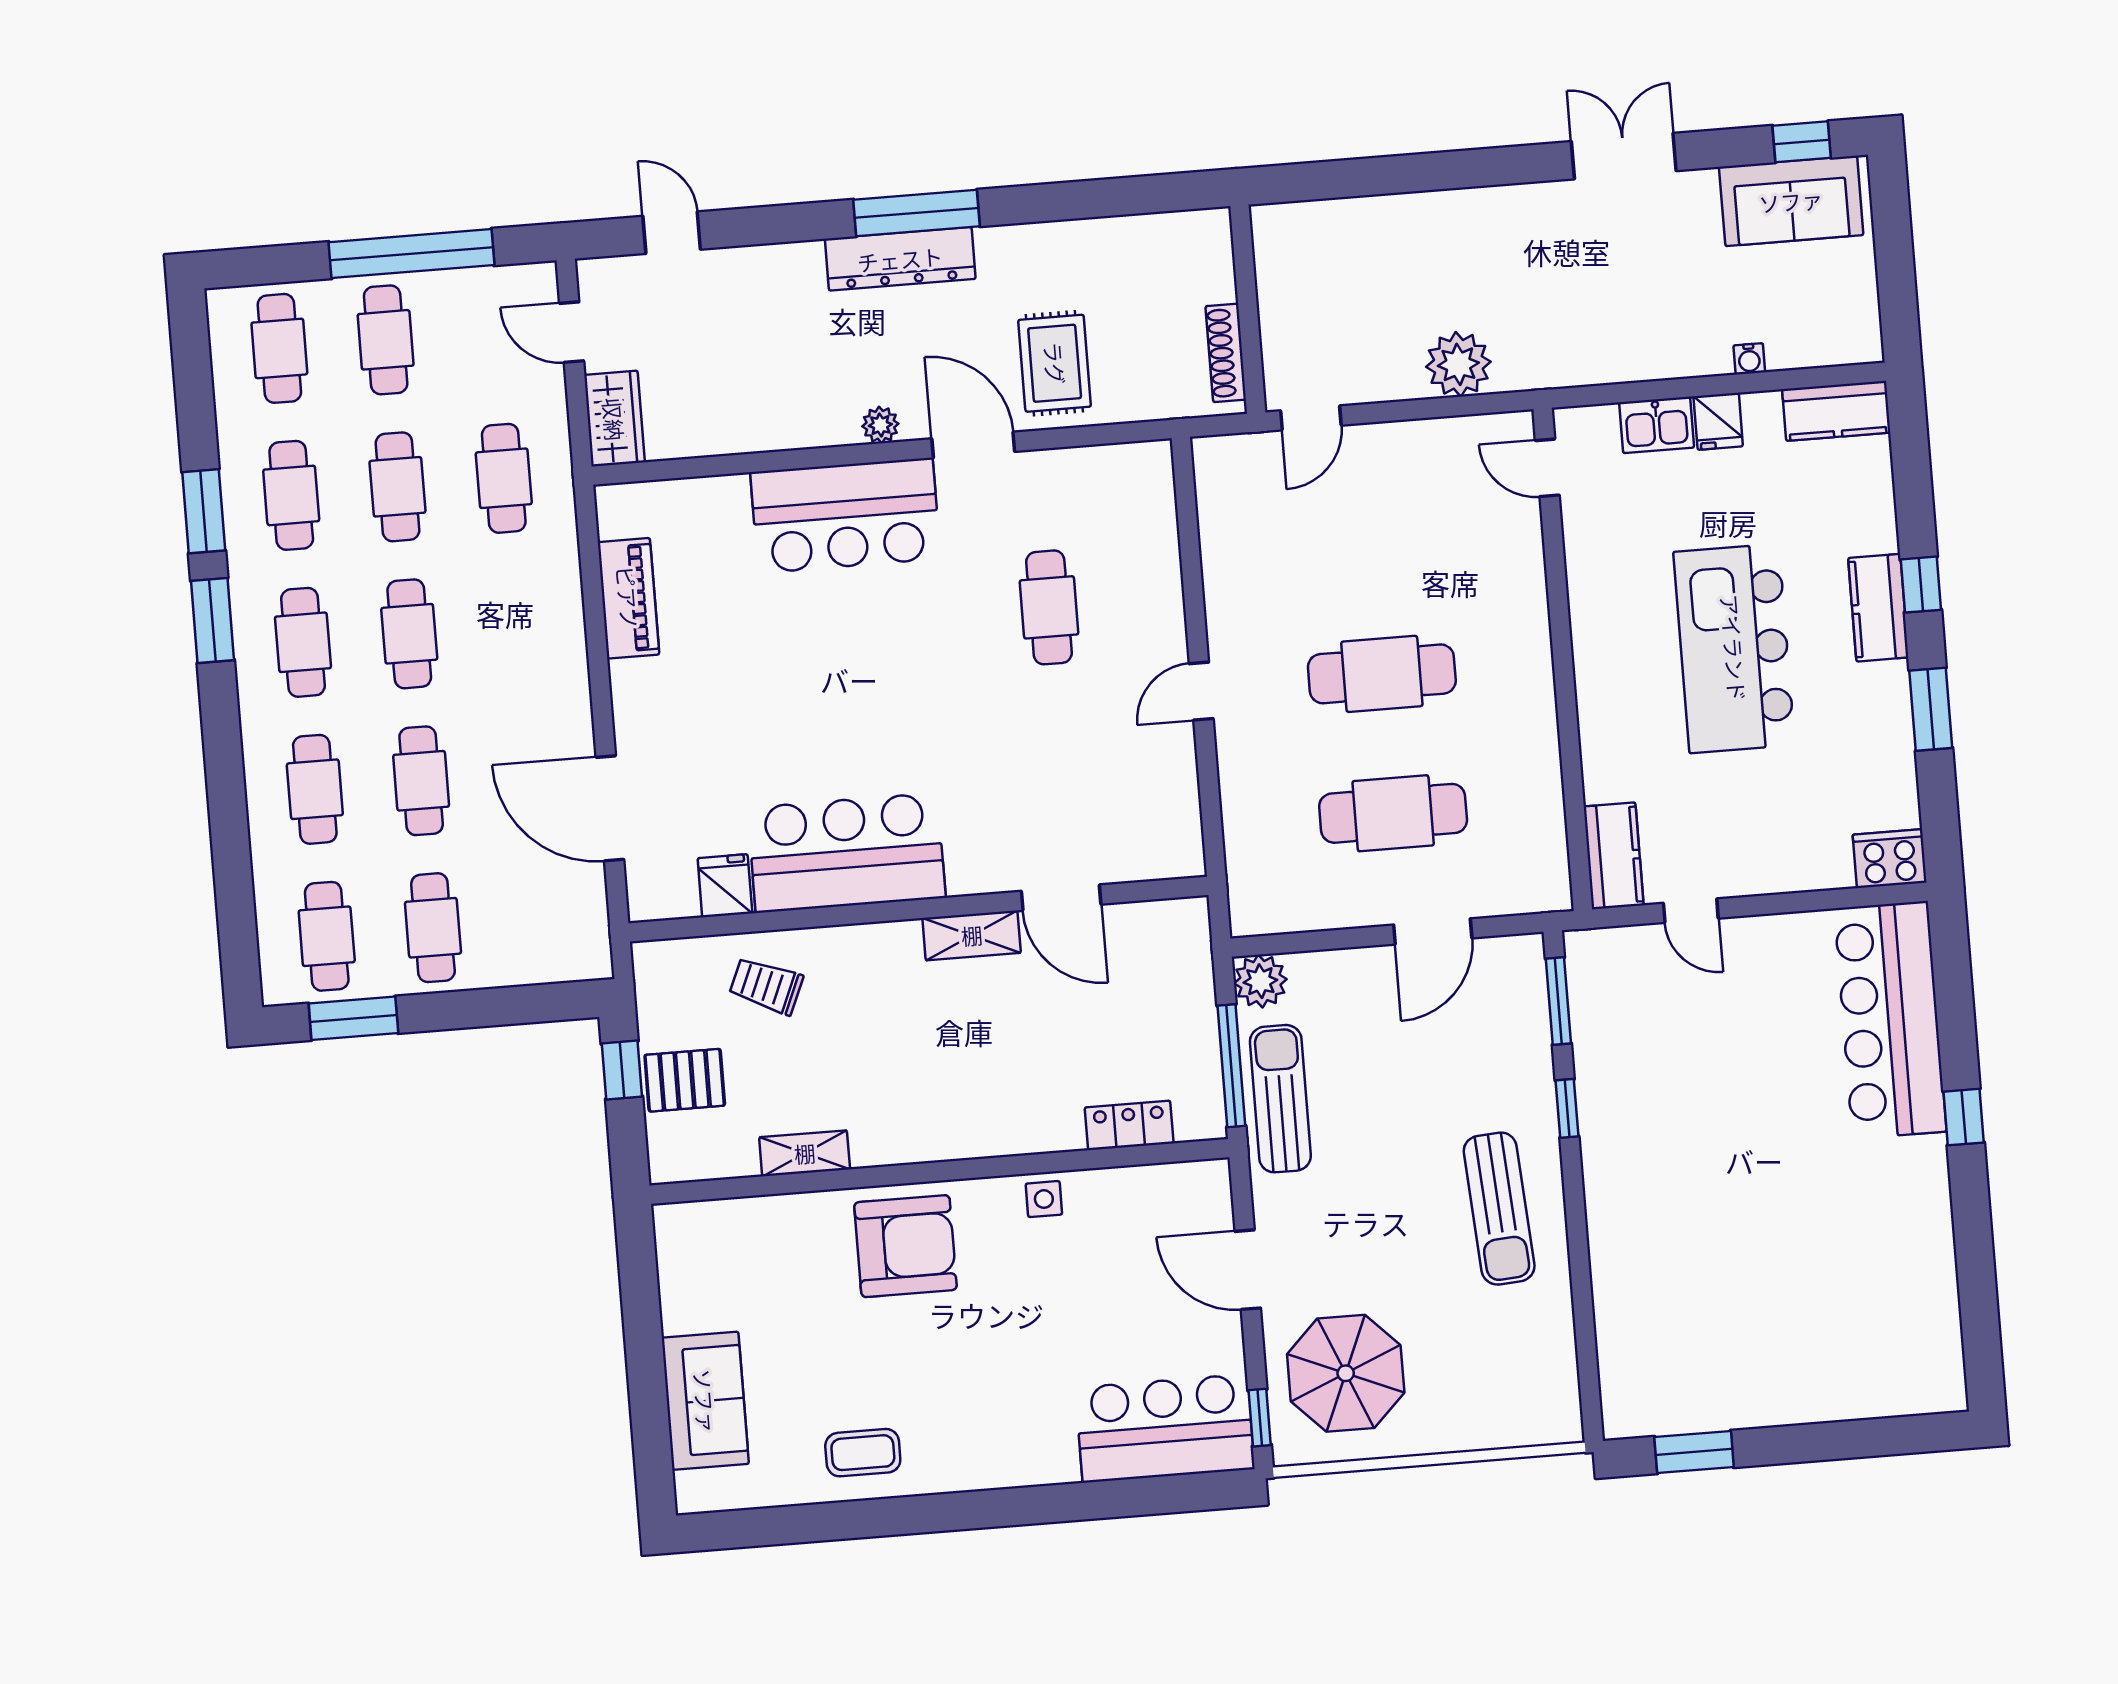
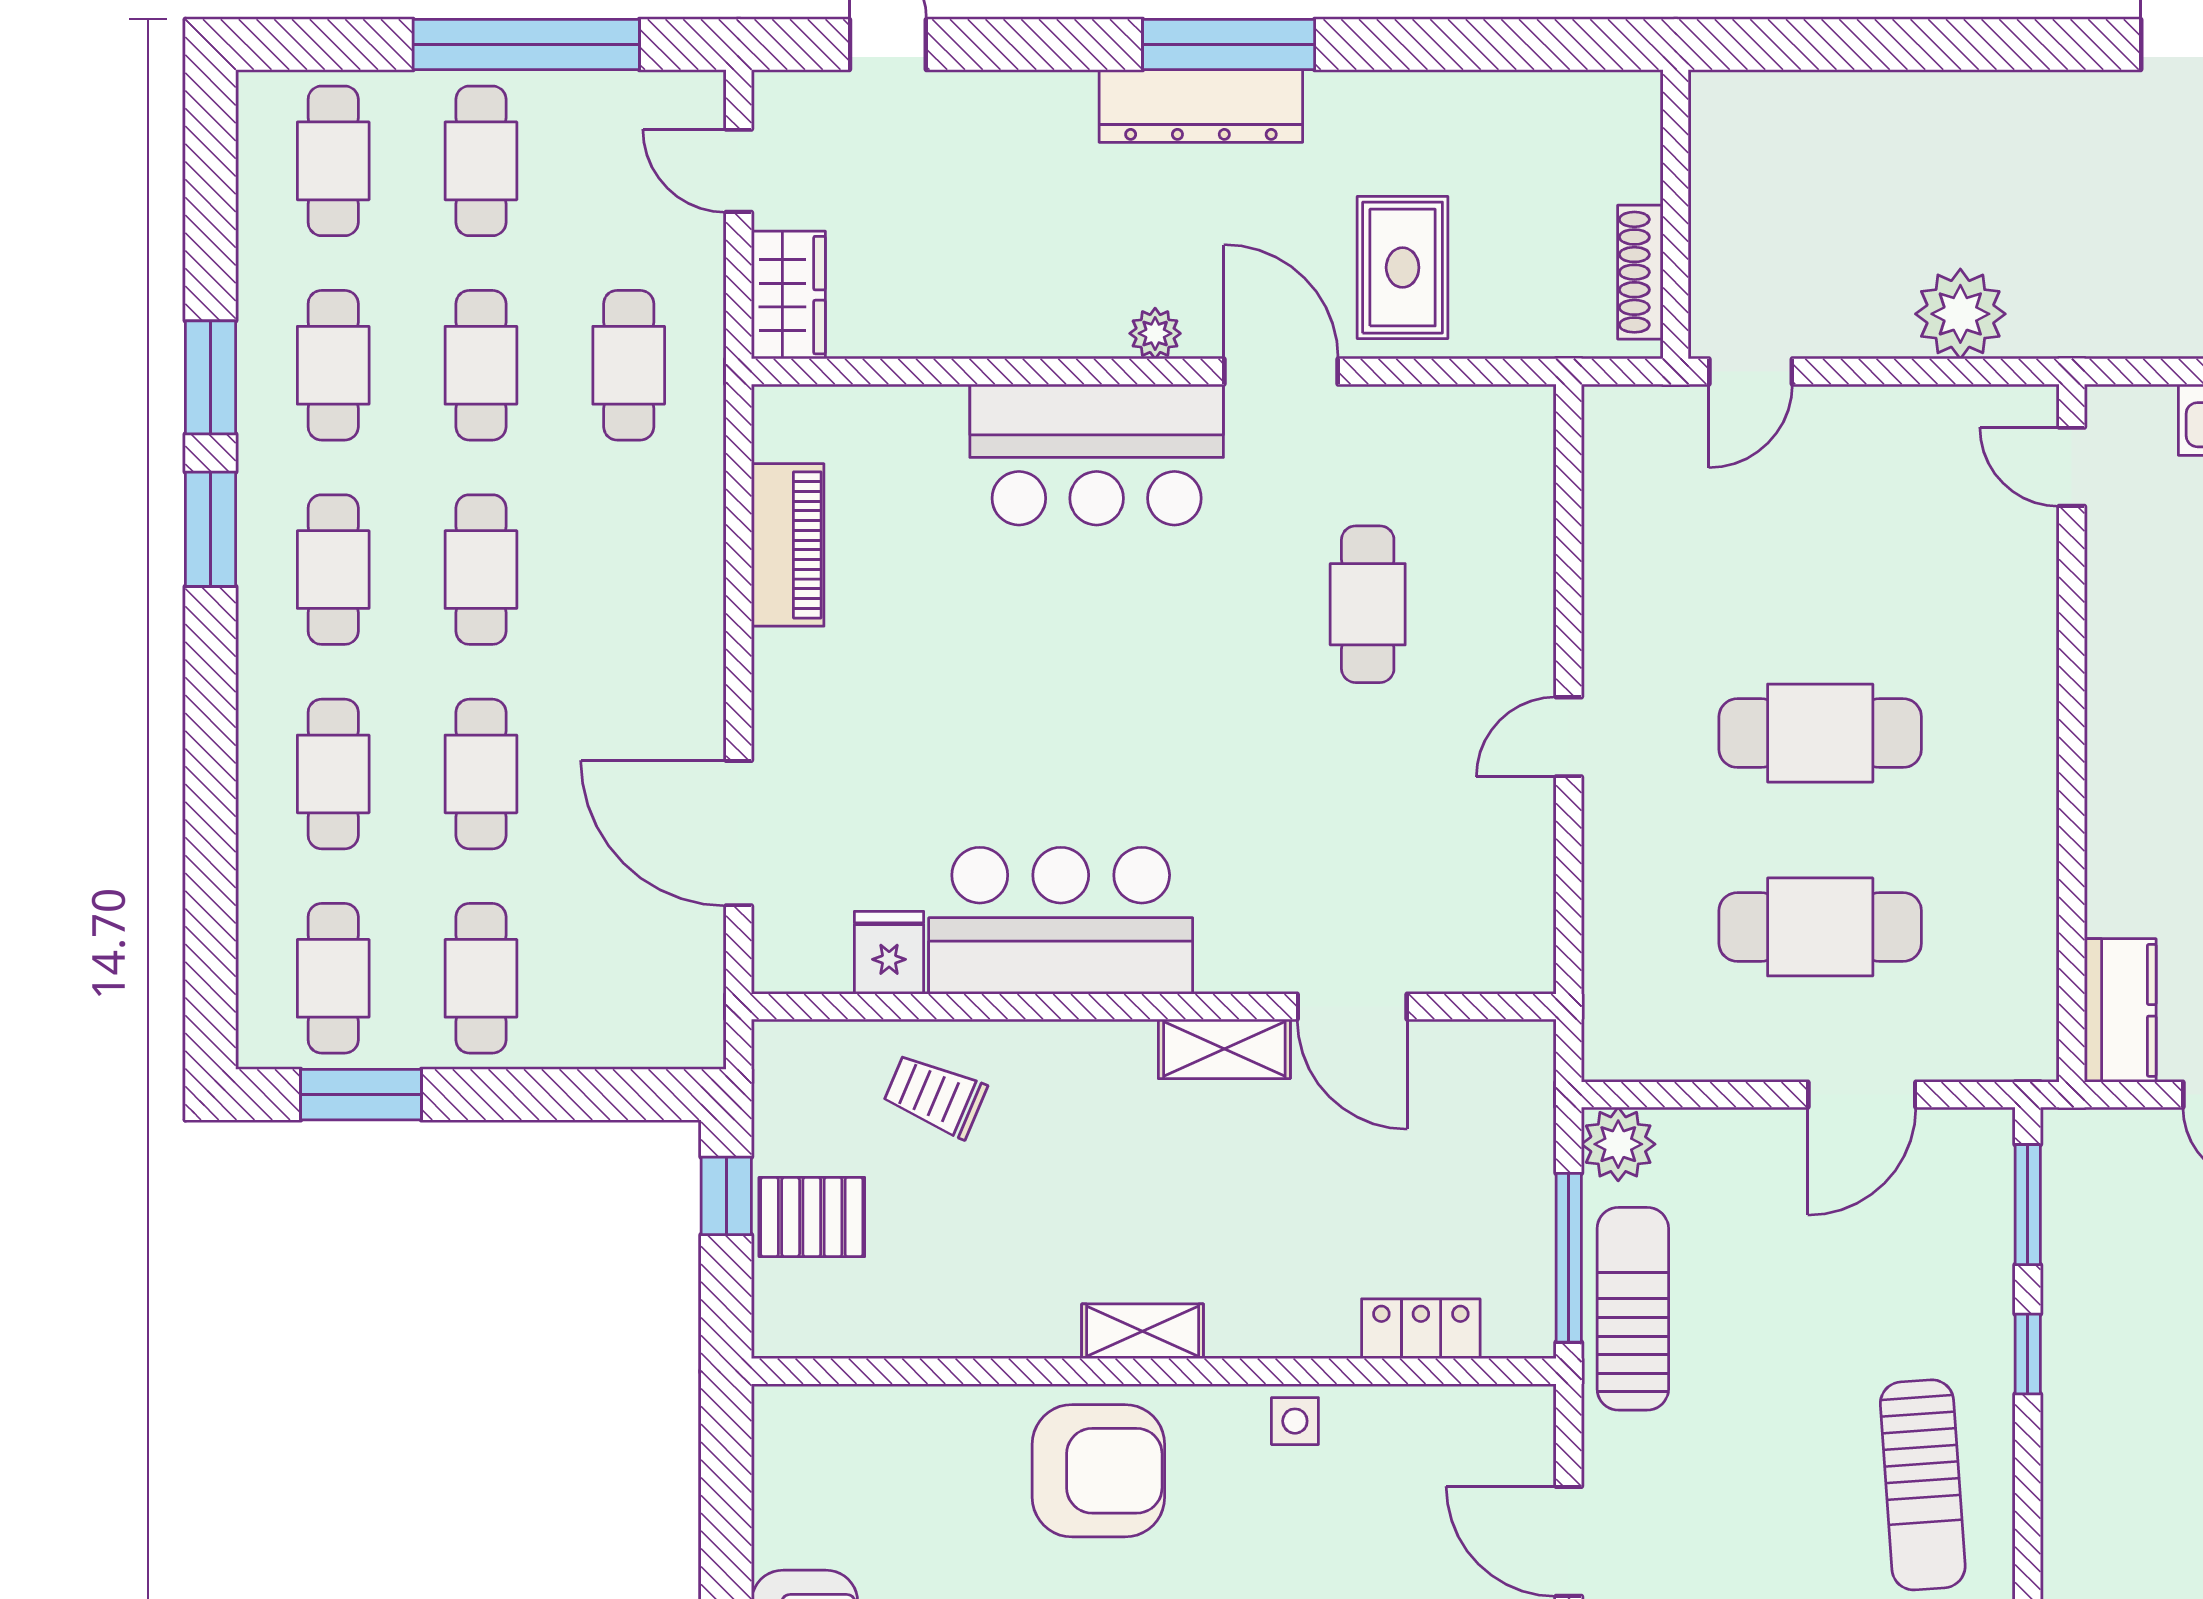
shelving: (805, 1153) -> (1143, 1331), moved

